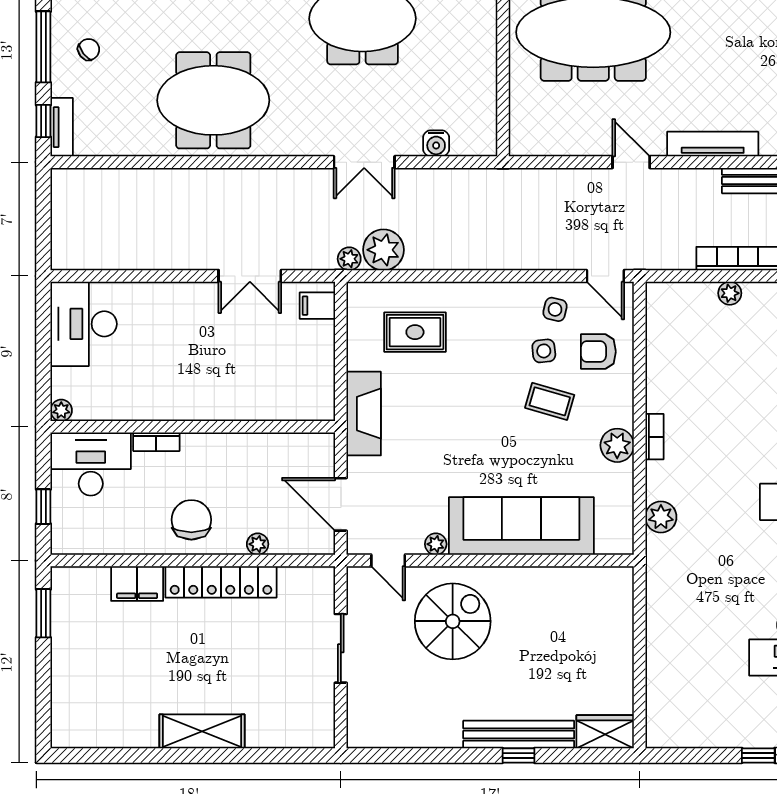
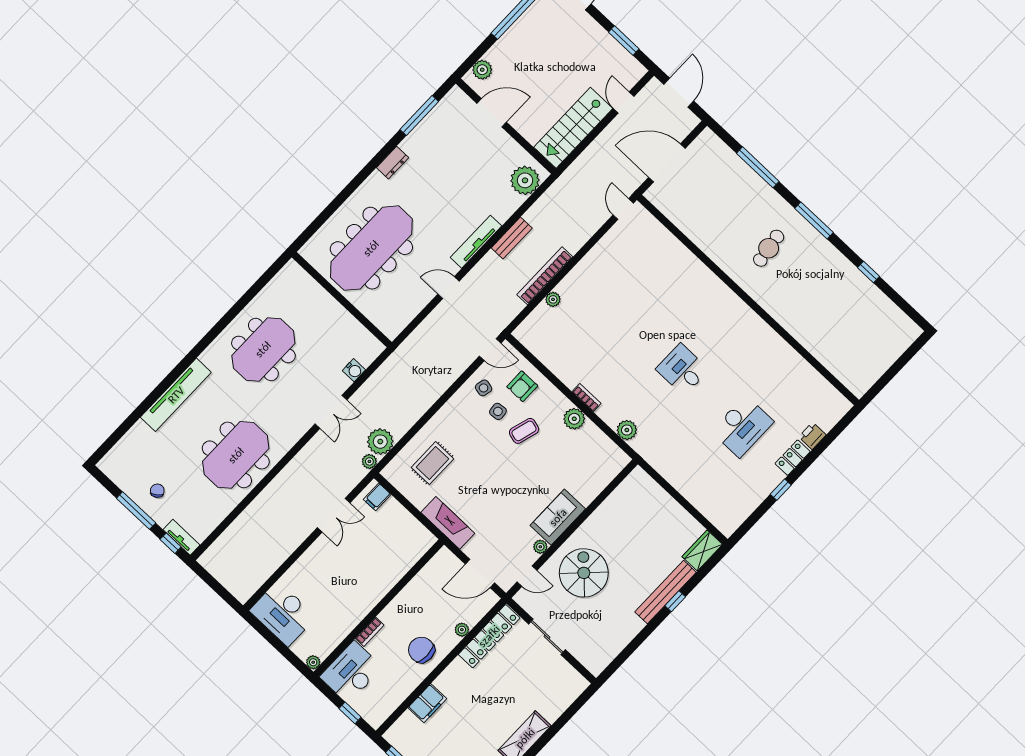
sofa: (521, 526) -> (558, 517), width x0.54, depth x0.79
locker: (221, 582) -> (489, 636), moved

